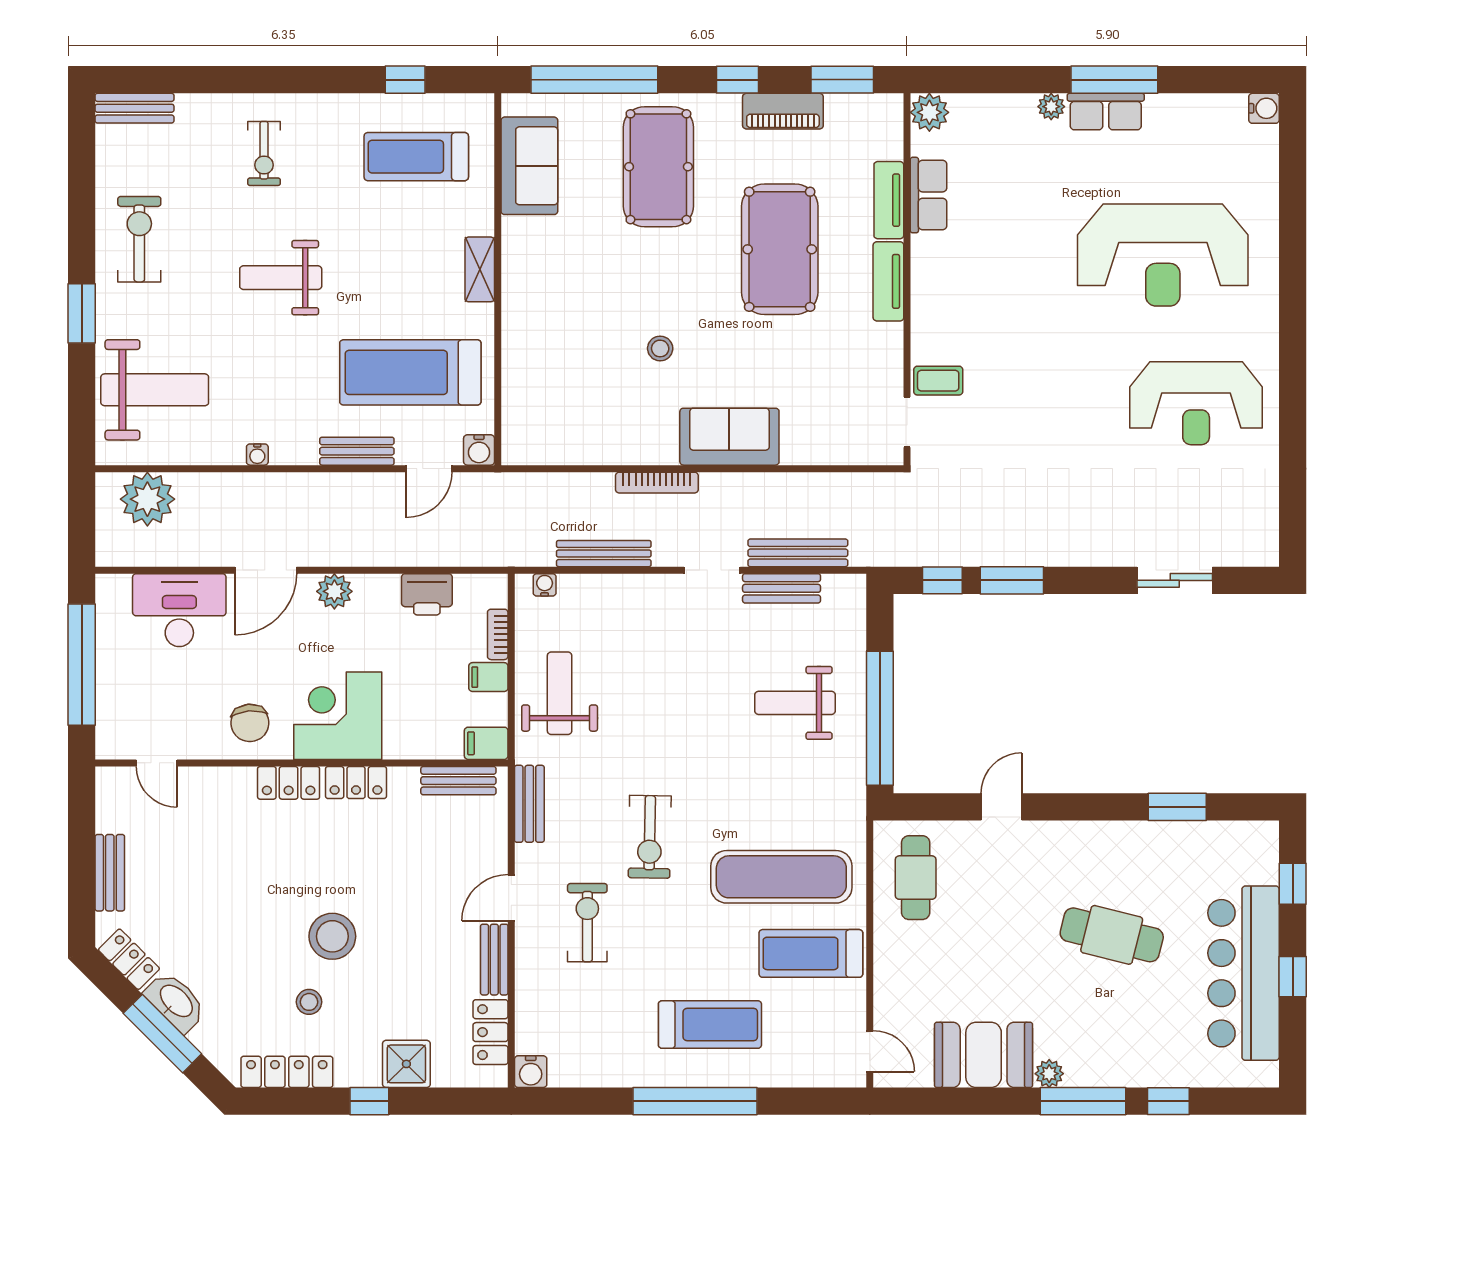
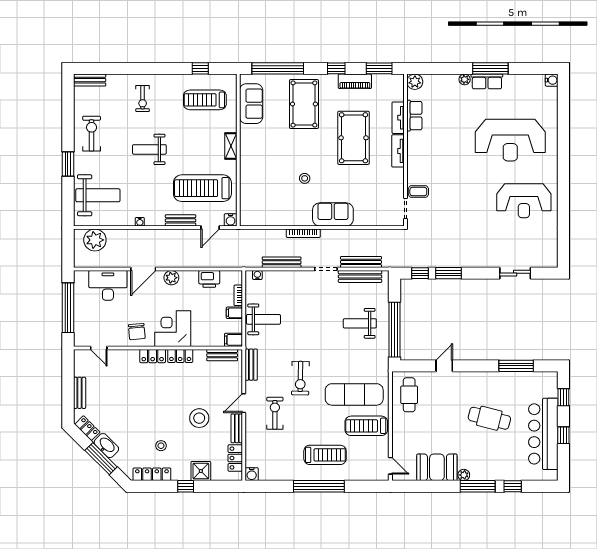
bench: (782, 588) -> (360, 276), width x1.36
weight bench: (560, 693) -> (263, 319), turned 90
window: (1177, 807) -> (516, 366), width x1.44
stool: (332, 936) -> (199, 418), moved

